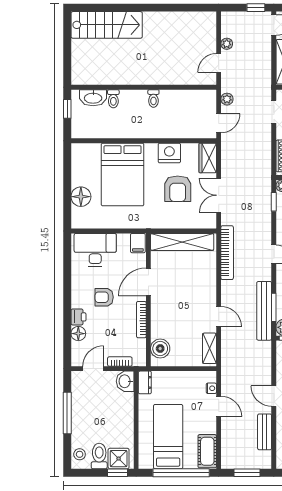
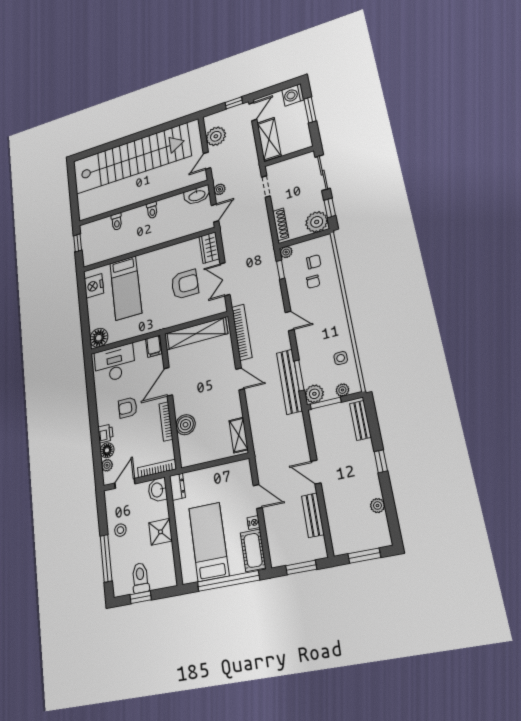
stairs: (107, 25) -> (131, 159), width x1.86, depth x1.51
plant: (227, 44) -> (216, 136), width x1.87, depth x1.87
washbasin: (93, 98) -> (197, 195), moved
nightstand: (169, 153) -> (94, 286), moved, turned -90
bed: (123, 175) -> (126, 288), width x0.67
armchair: (178, 189) -> (185, 284), turned -90
floor lamp: (81, 197) -> (99, 338), moved
door: (219, 317) -> (240, 379), moved
plant: (77, 348) -> (107, 465), added
boiler: (160, 349) -> (185, 425), moved
bookcase: (120, 362) -> (157, 468), width x1.56
nightstand: (211, 388) -> (254, 523), moved
window: (67, 413) -> (106, 558), moved
stool: (80, 454) -> (120, 530), moved
shower: (119, 459) -> (160, 532), moved
window: (117, 473) -> (141, 597), moved

